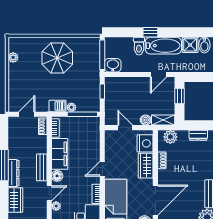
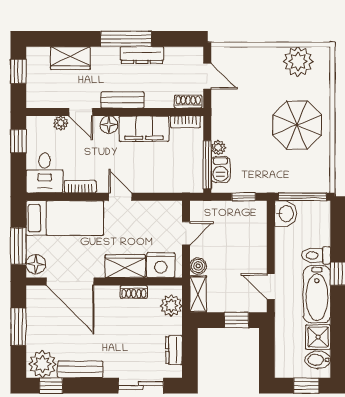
plant: (13, 57) -> (298, 62), width x1.87, depth x1.87
barbecue: (58, 106) -> (220, 170), moved
dresser: (13, 173) -> (142, 55), moved

